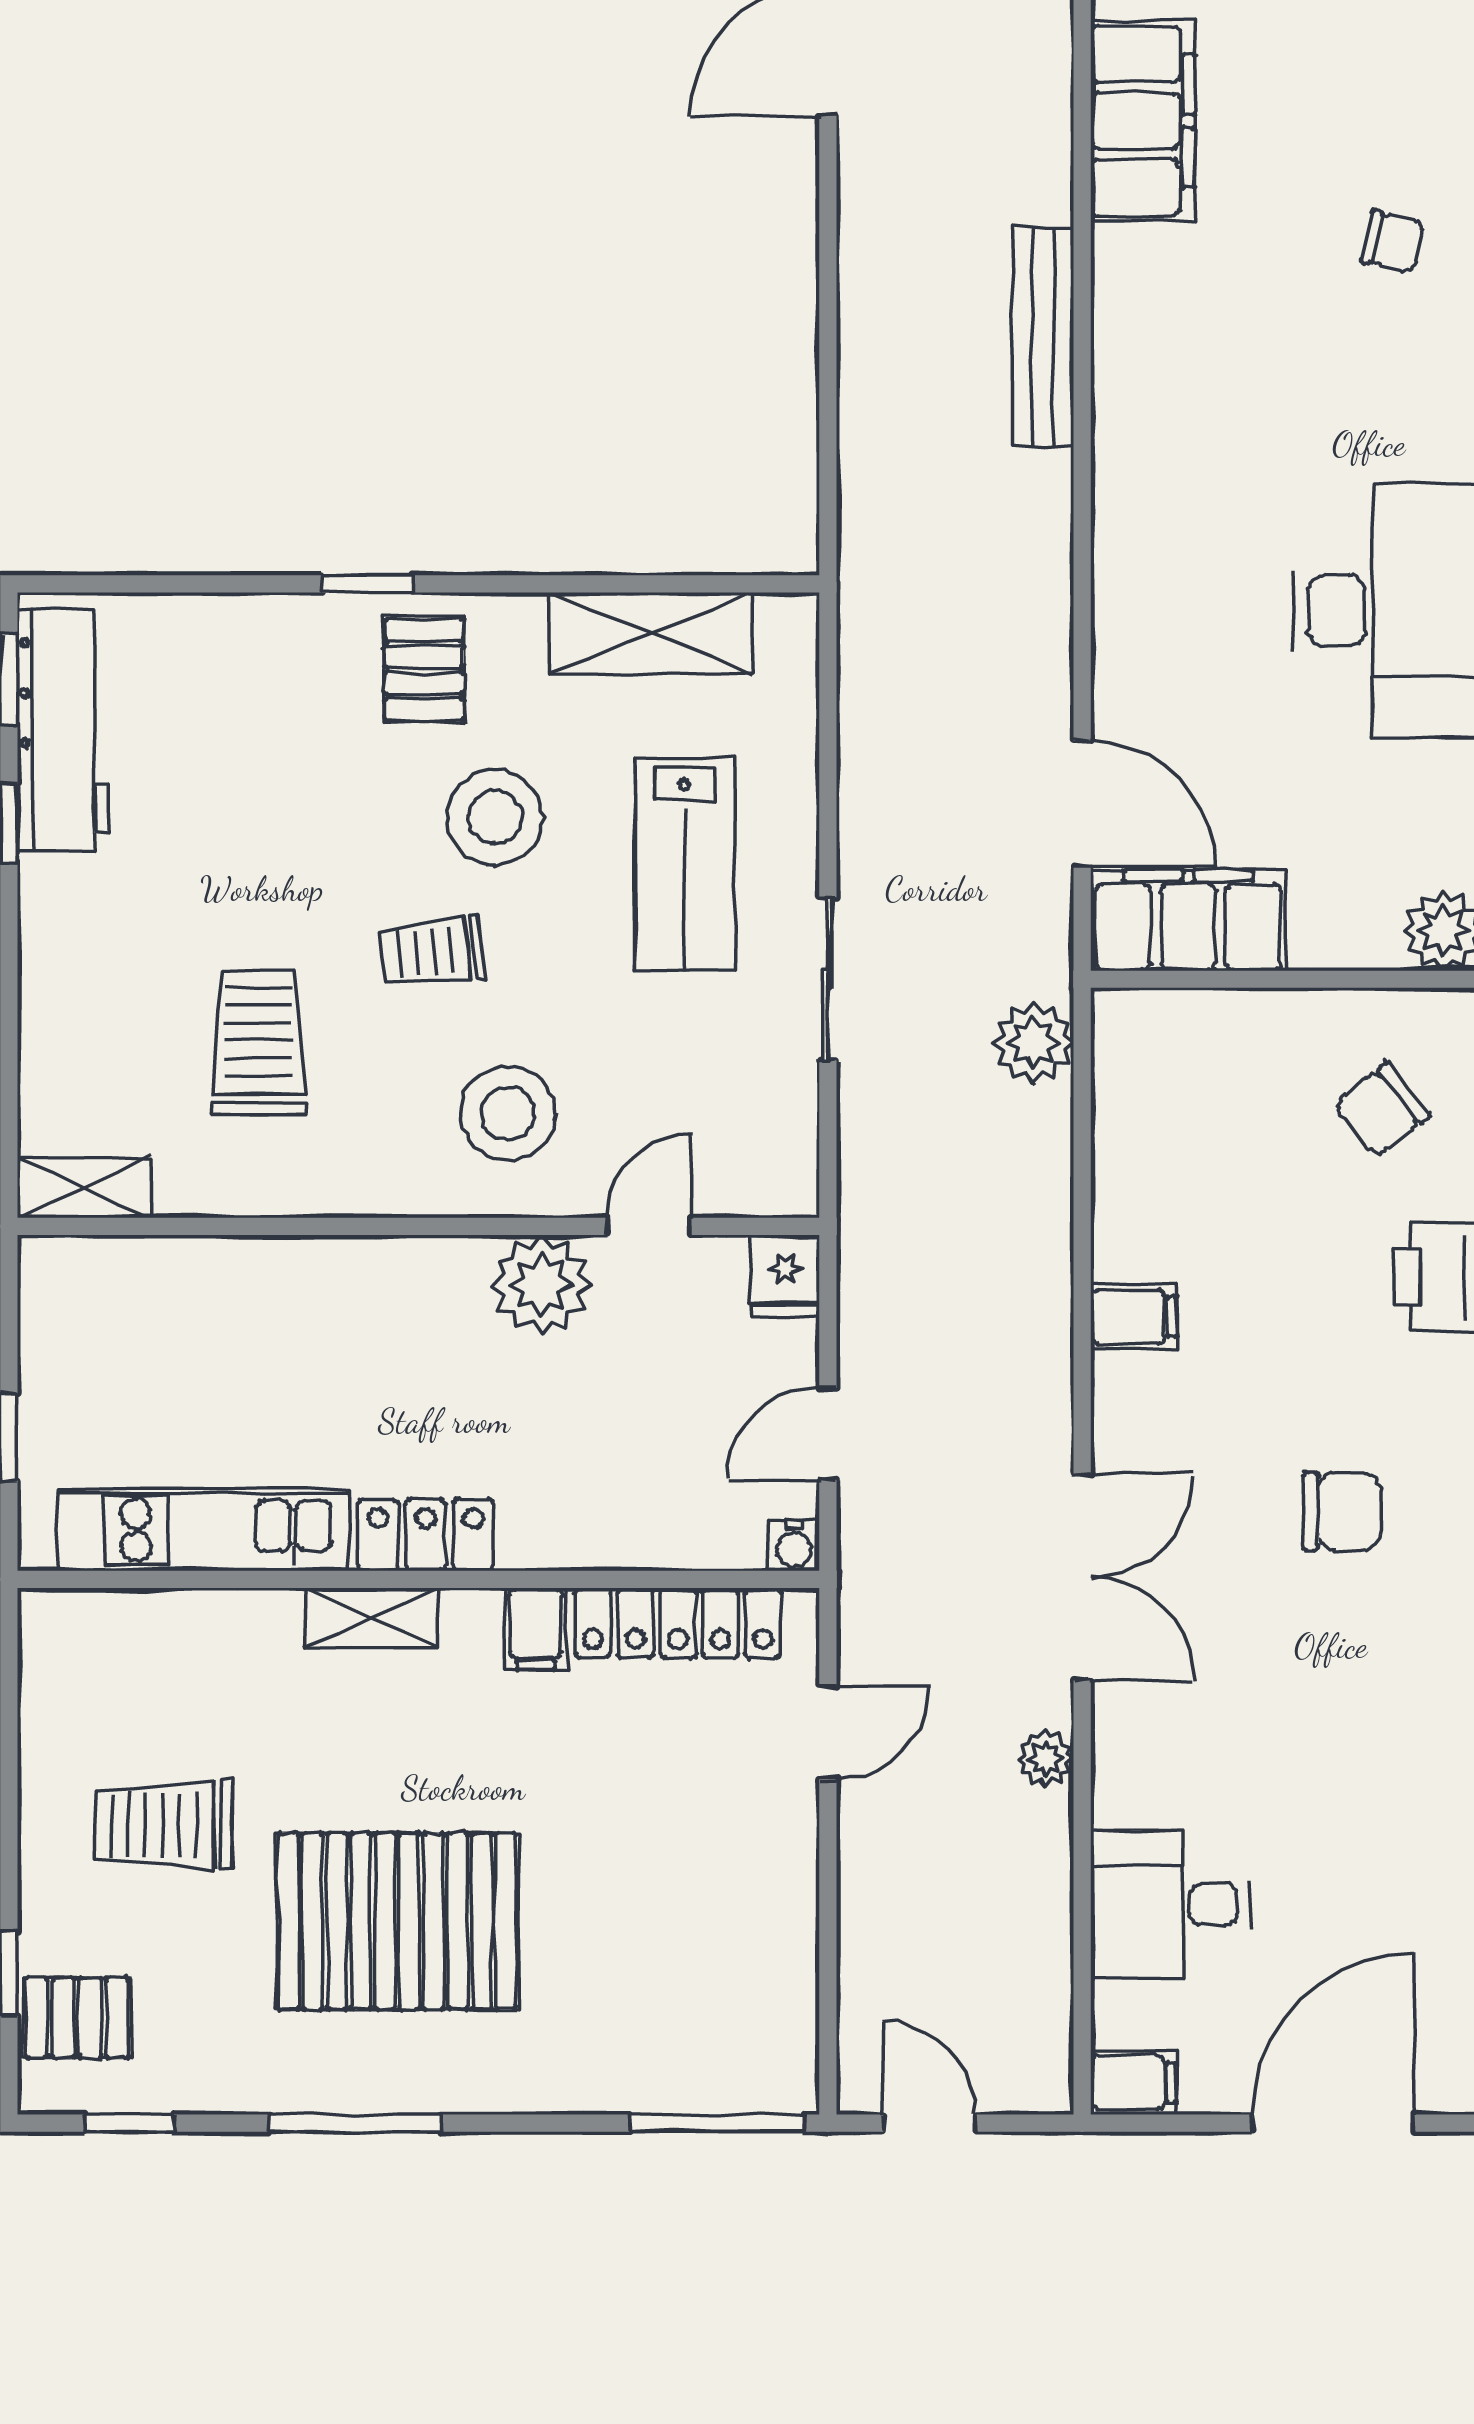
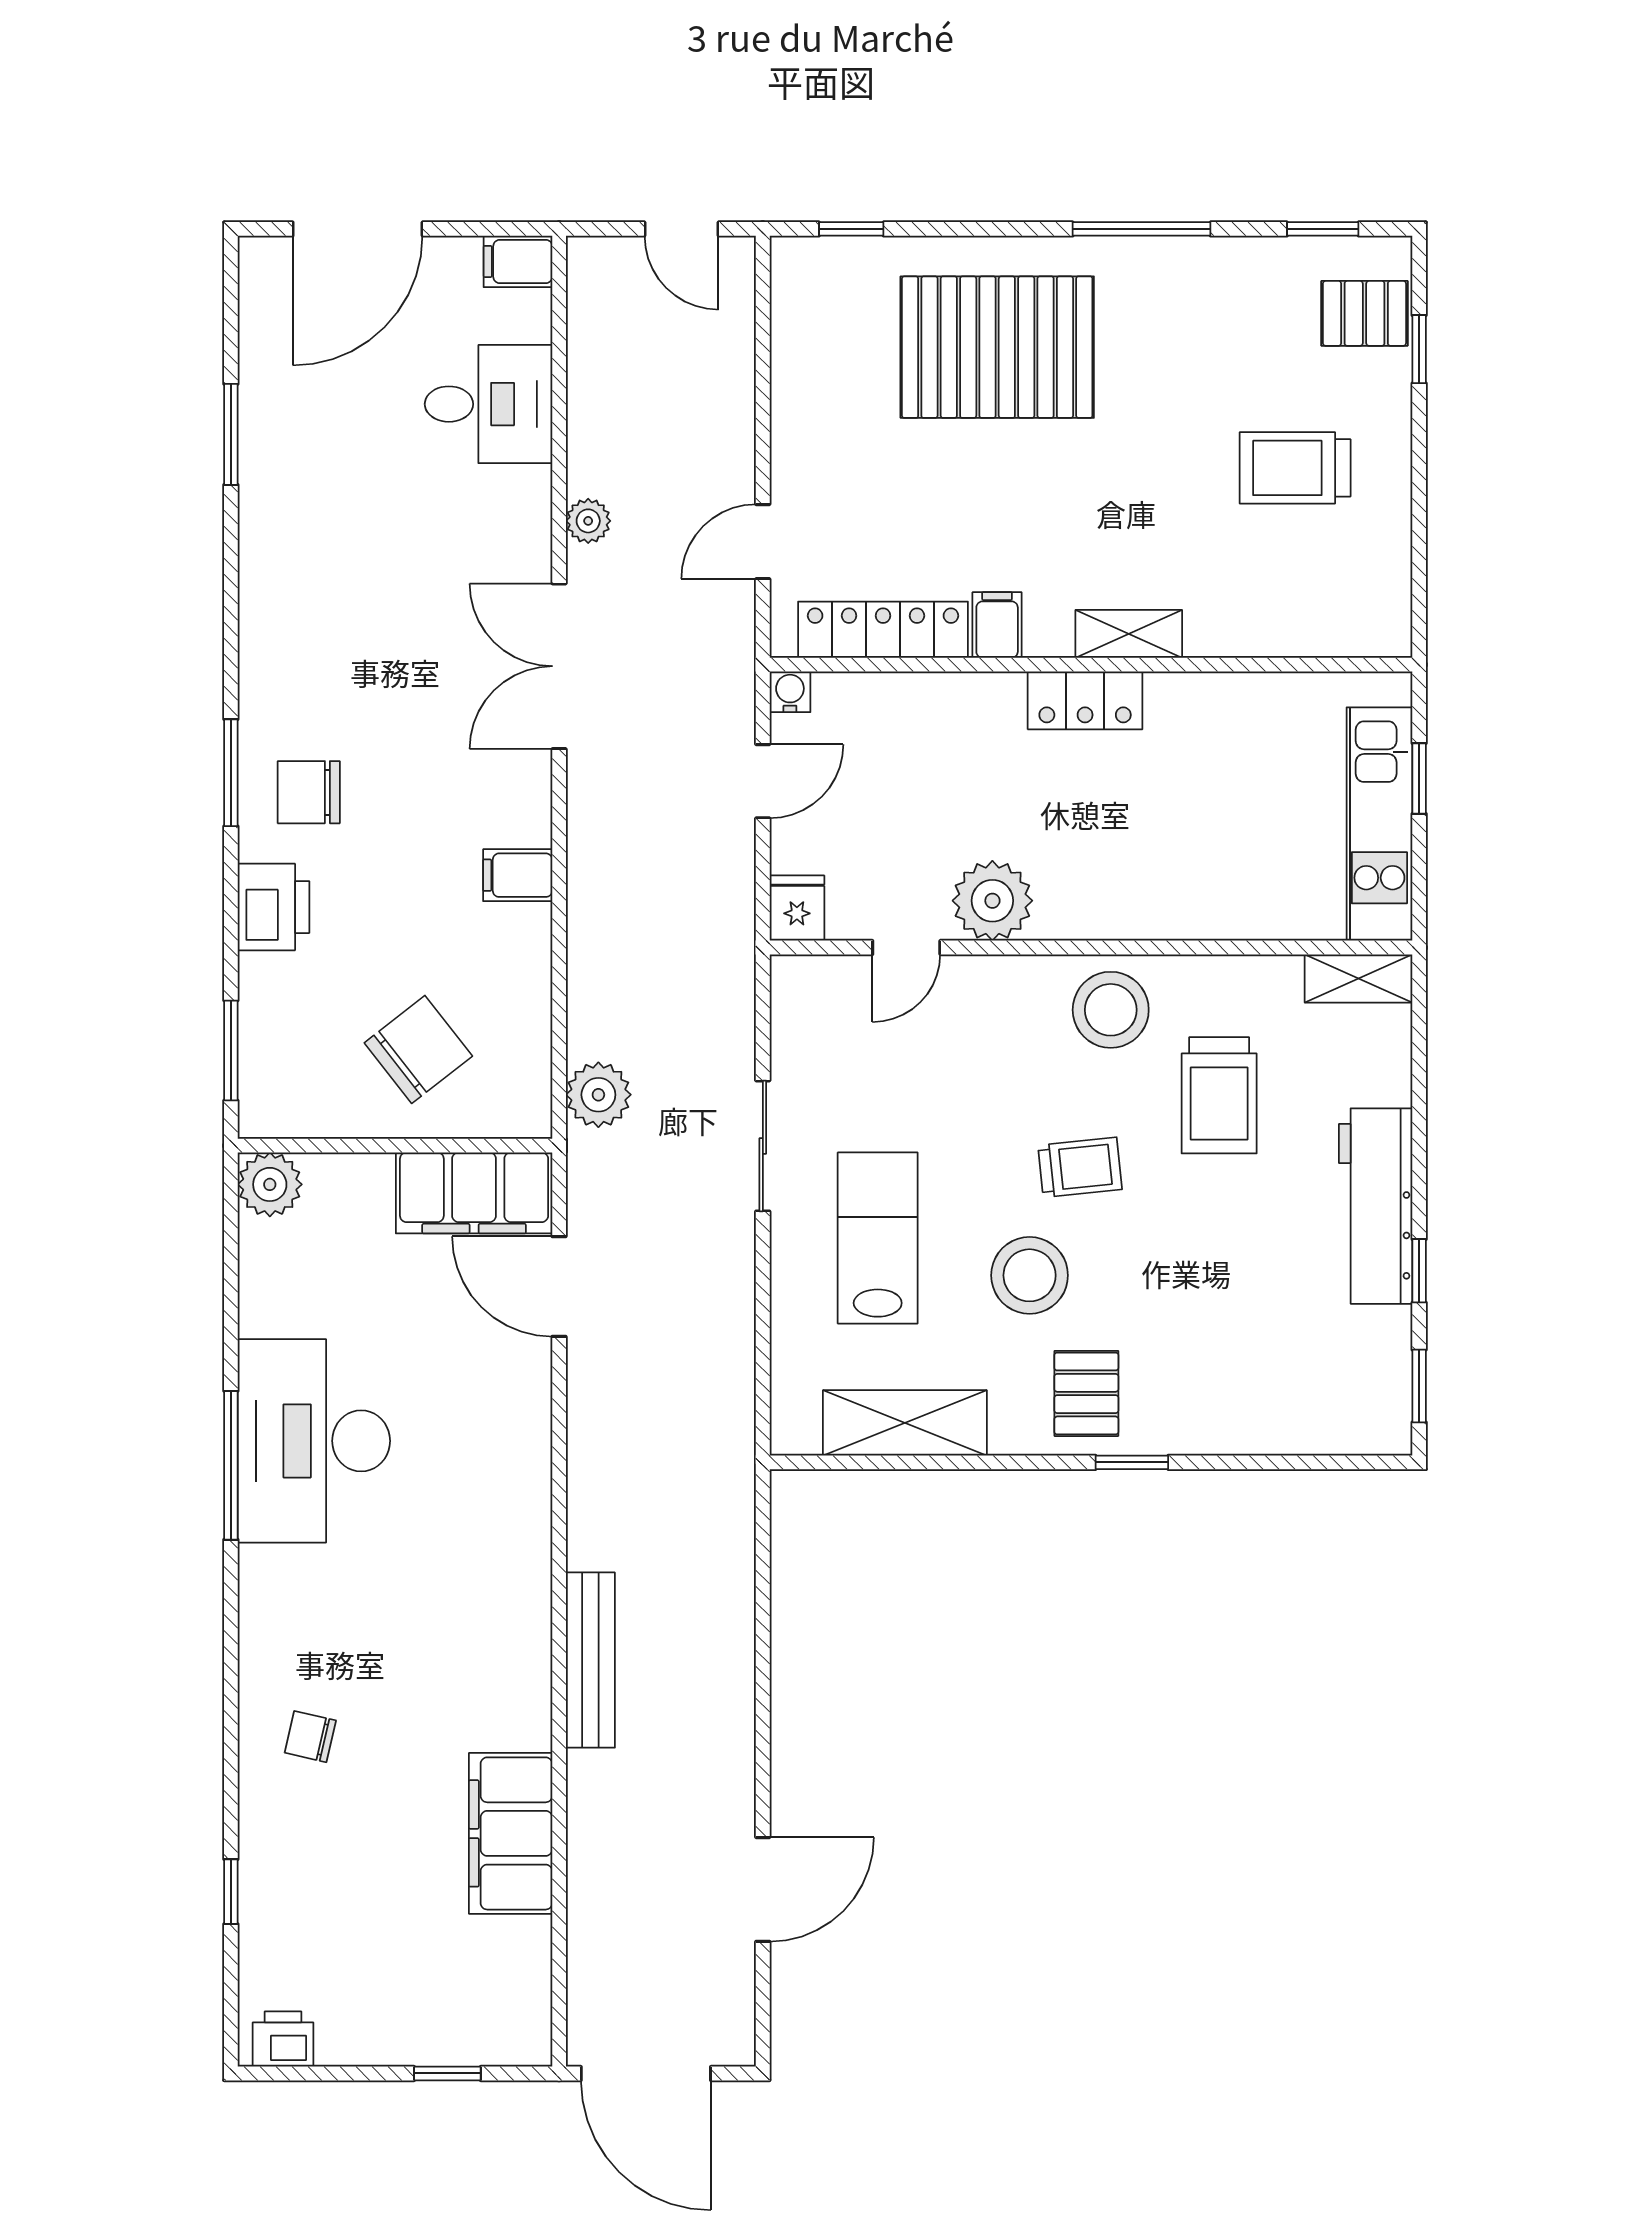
workbench: (63, 730) -> (1376, 1206), moved
chair: (1382, 1110) -> (418, 1049), moved, width x1.37, depth x1.37
stool: (508, 1114) -> (1111, 1010), moved
chair: (1342, 1511) -> (309, 792), moved
kitchen unit: (203, 1530) -> (1379, 824), moved, turned 90
trolley: (164, 1825) -> (1295, 468), turned 180
pallet: (397, 1921) -> (997, 347), moved
window: (717, 2123) -> (851, 229), width x0.46

